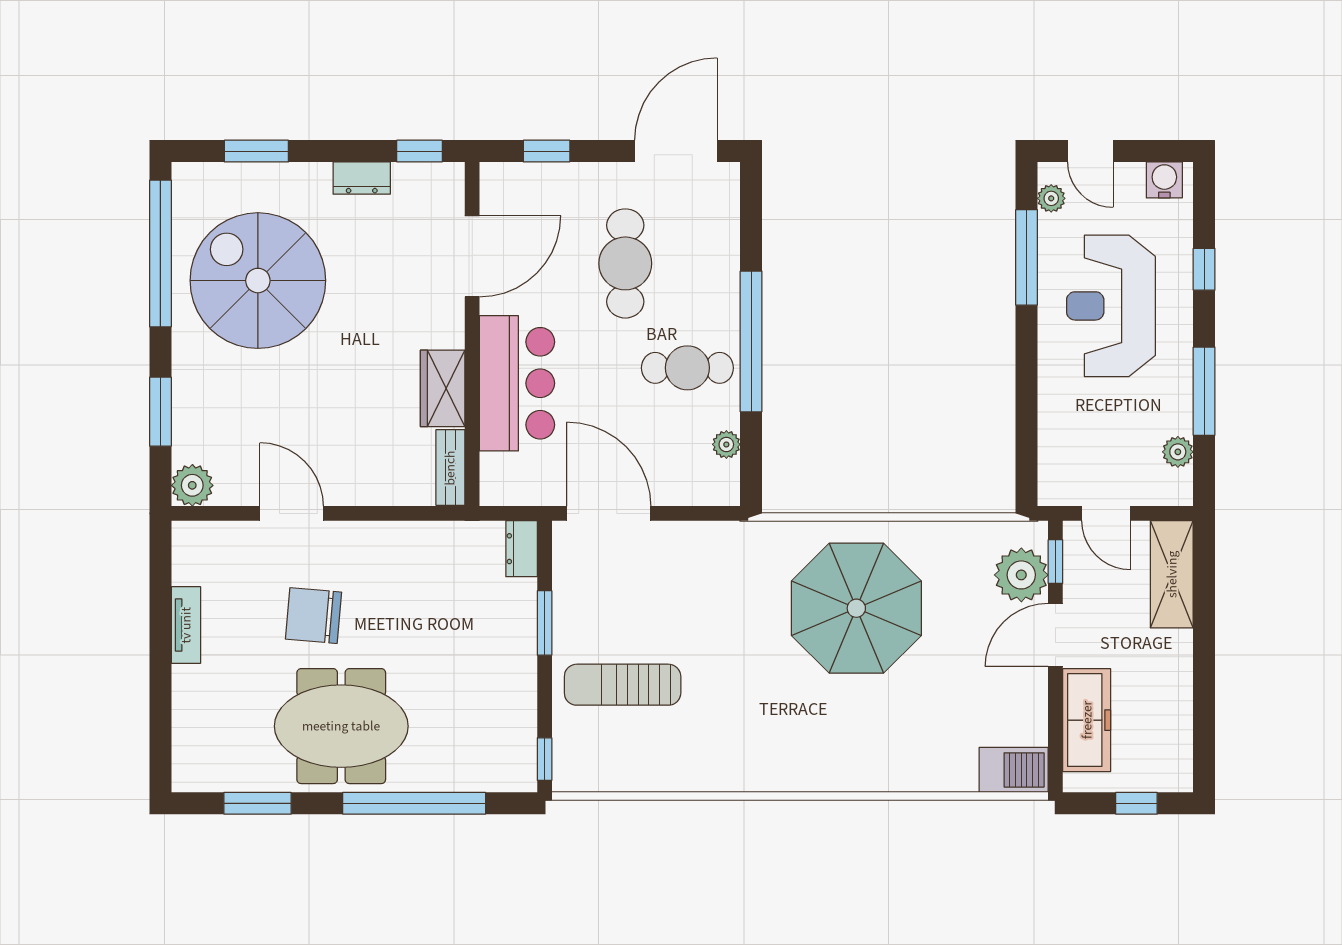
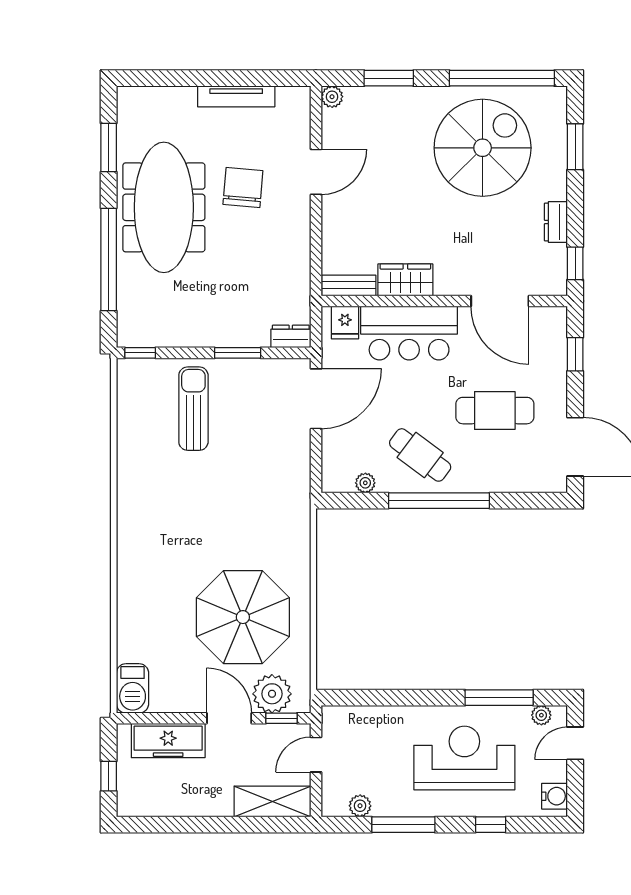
cafe table: (687, 368) -> (420, 455), turned -53
fridge: (502, 473) -> (345, 322), added
plant: (192, 485) -> (332, 97), width x0.73, depth x0.73
parasol: (856, 608) -> (243, 617), moved
tv unit: (186, 625) -> (236, 96), width x1.41
meeting table: (341, 726) -> (164, 207), width x1.36

